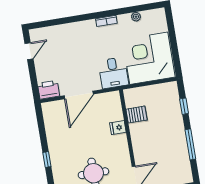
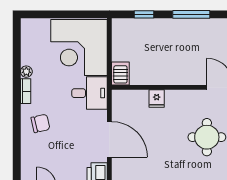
plant: (136, 17) -> (26, 72), moved
chair: (82, 37) -> (40, 123), added
server rack: (137, 115) -> (120, 73), moved

